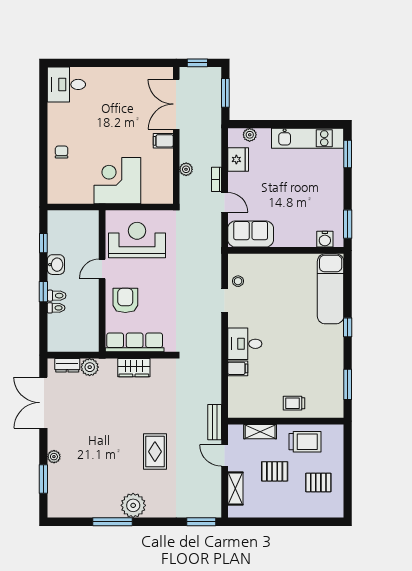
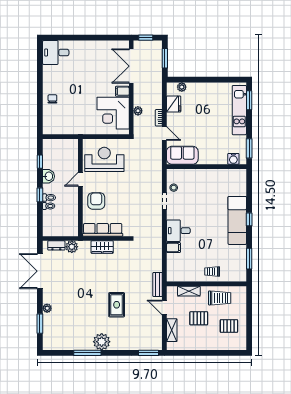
kitchen unit: (308, 138) -> (239, 110), moved, turned 90
corner desk: (117, 181) -> (113, 113), moved, turned -90
exam couch: (331, 289) -> (237, 220), moved

